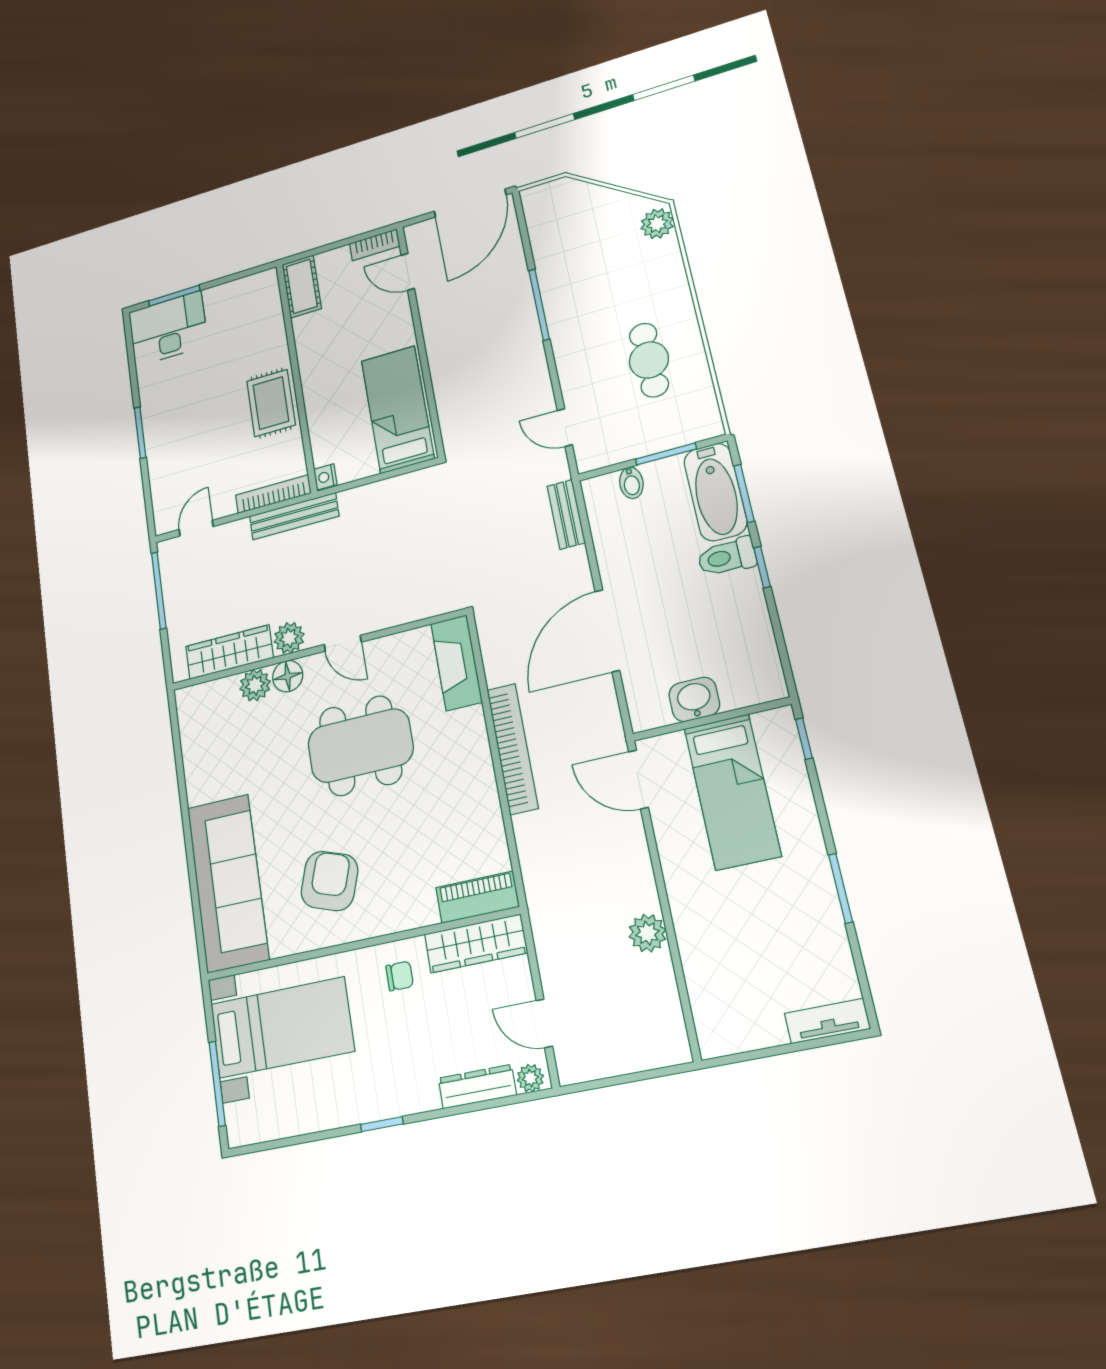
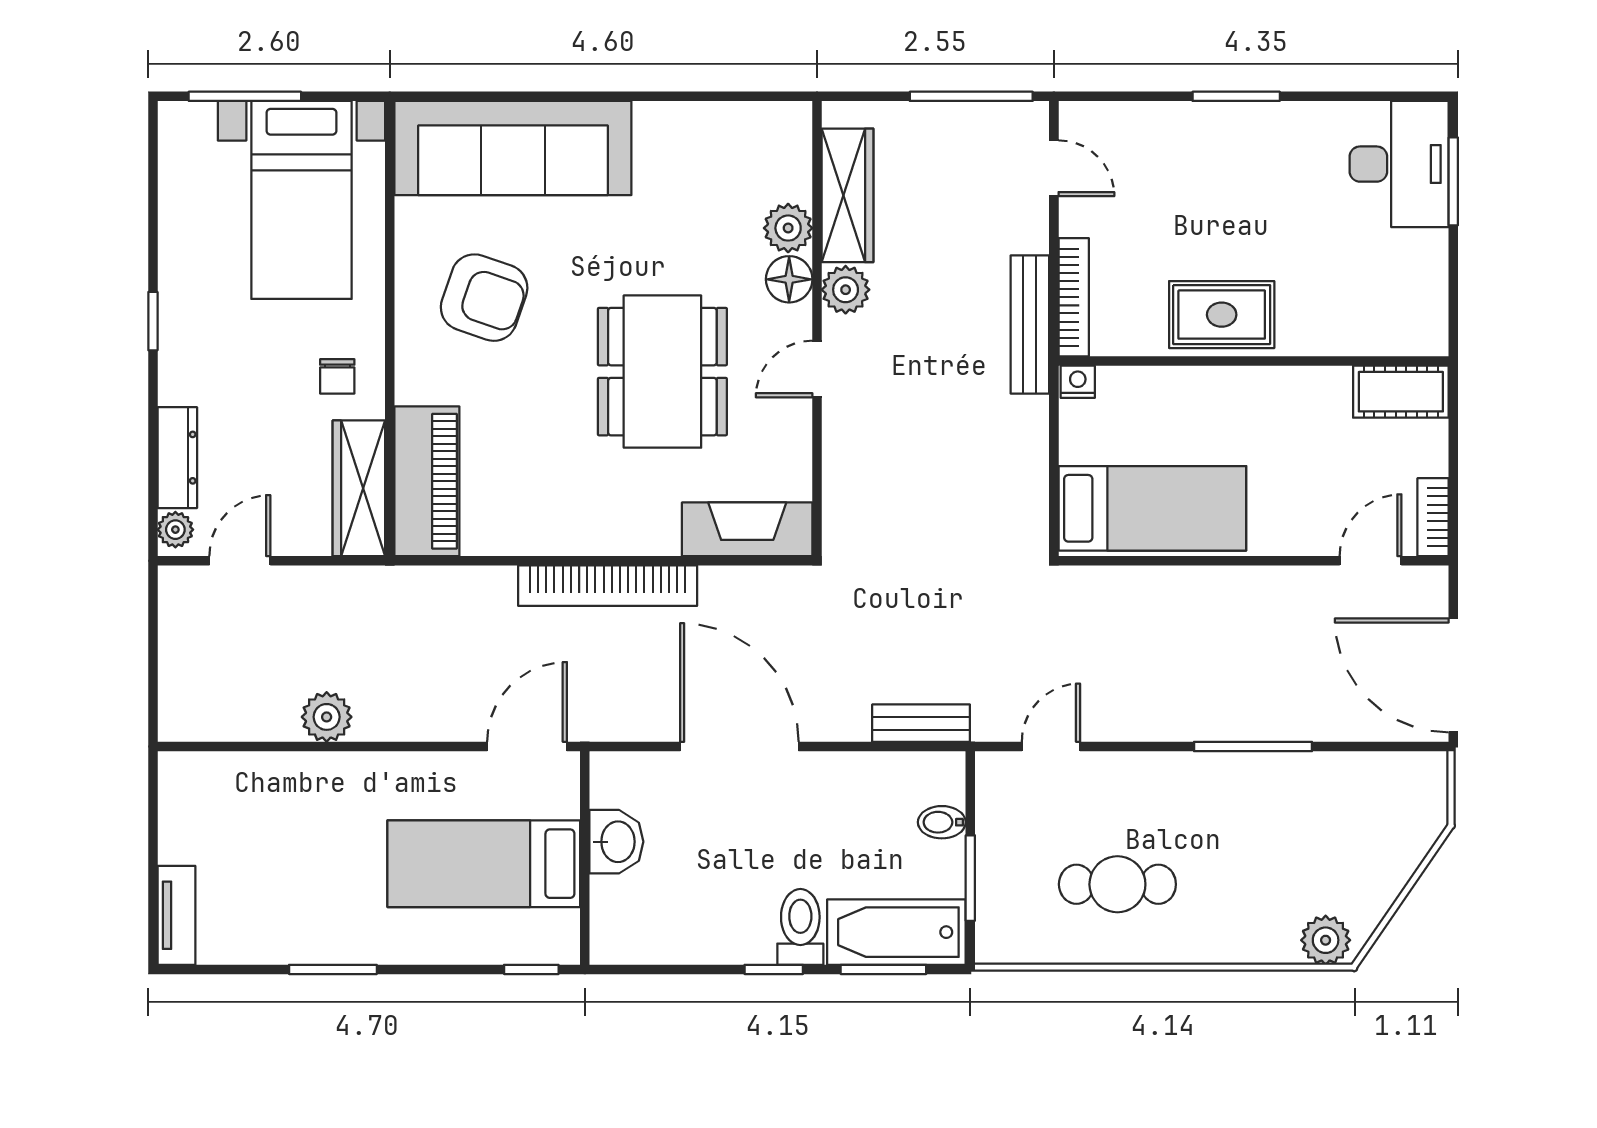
piano: (477, 897) -> (427, 481), width x1.37, depth x1.33

